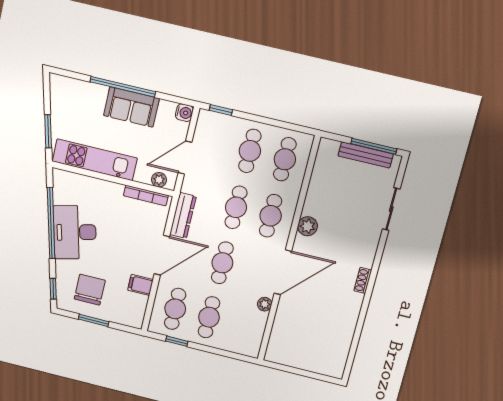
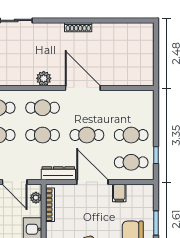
shoe rack: (363, 280) -> (78, 27), width x1.43
plant: (265, 304) -> (110, 96), removed

